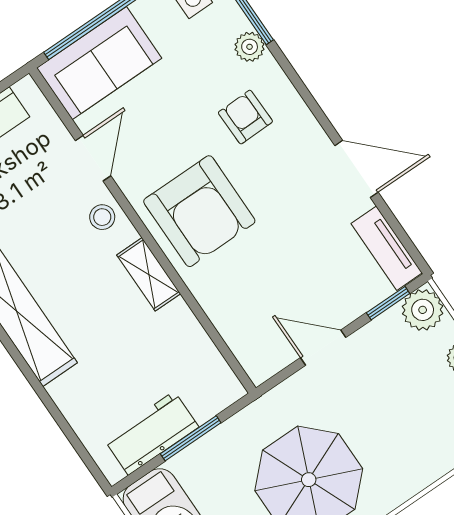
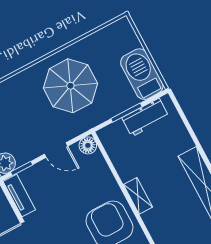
stool: (102, 217) -> (158, 227), removed
floor lamp: (260, 364) -> (88, 145), added

